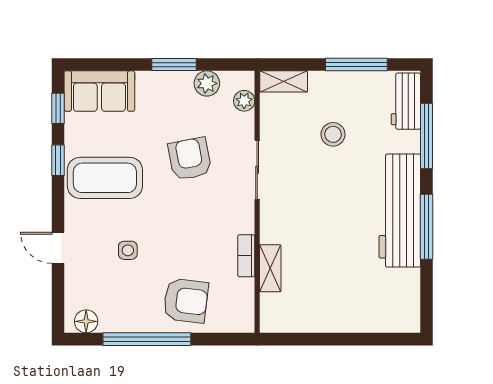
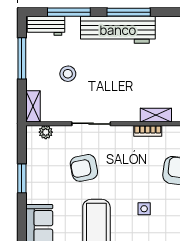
plant: (207, 83) -> (34, 157), removed

